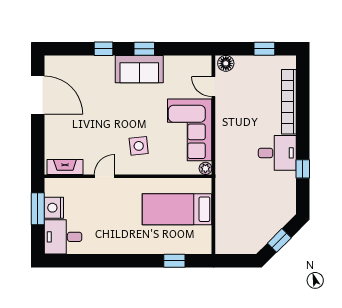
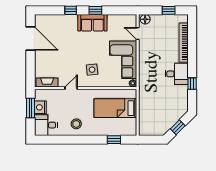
stool: (113, 235) -> (76, 124), added

